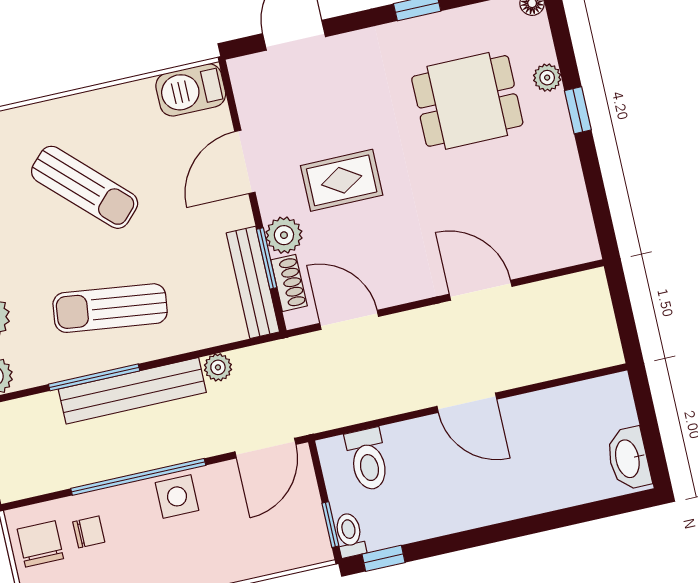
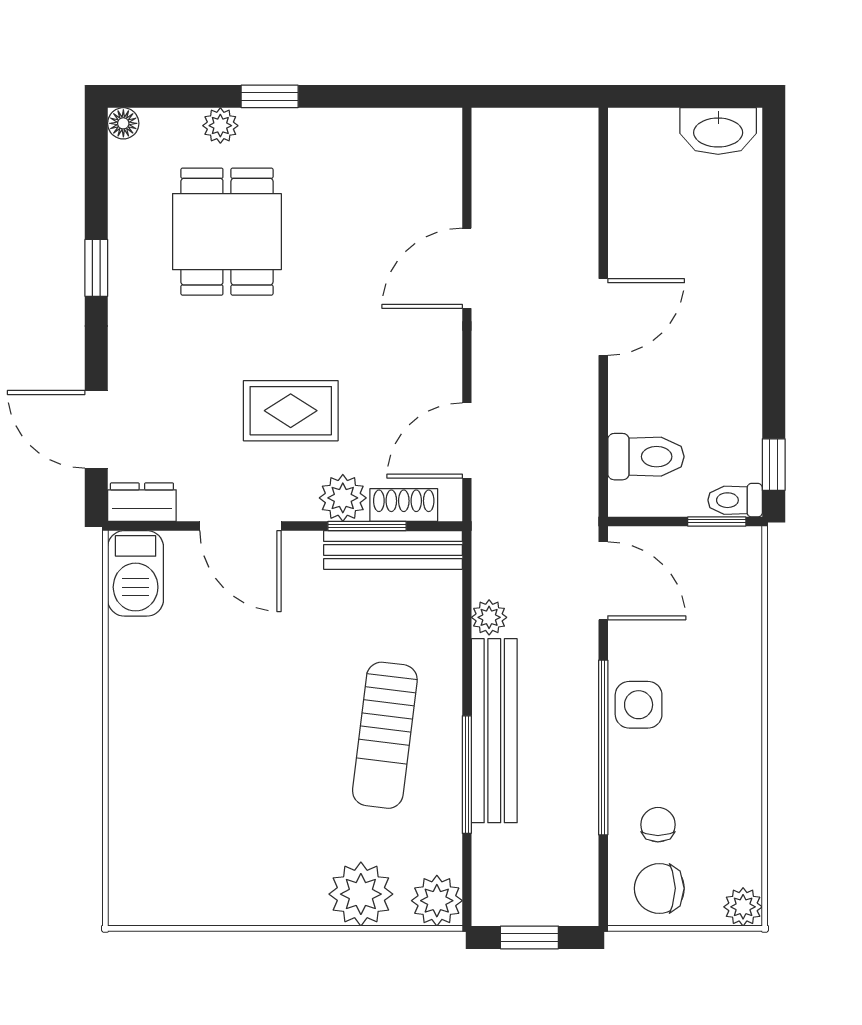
dresser: (246, 83) -> (142, 502), added
rug: (342, 180) -> (291, 411), turned 90
sun lounger: (85, 187) -> (227, 733), removed

